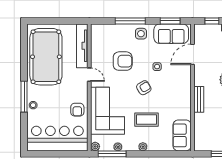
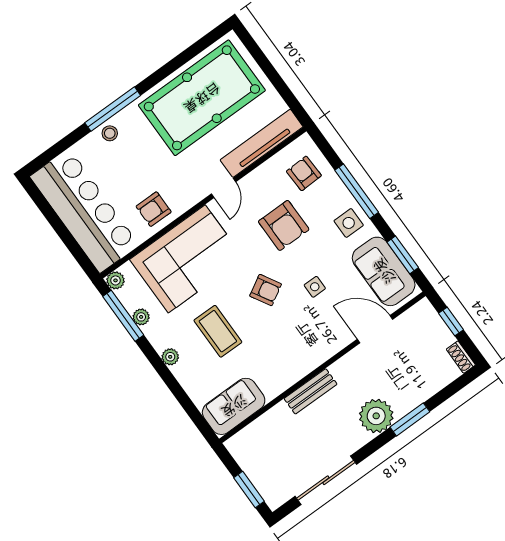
armchair: (107, 37) -> (304, 173), added

